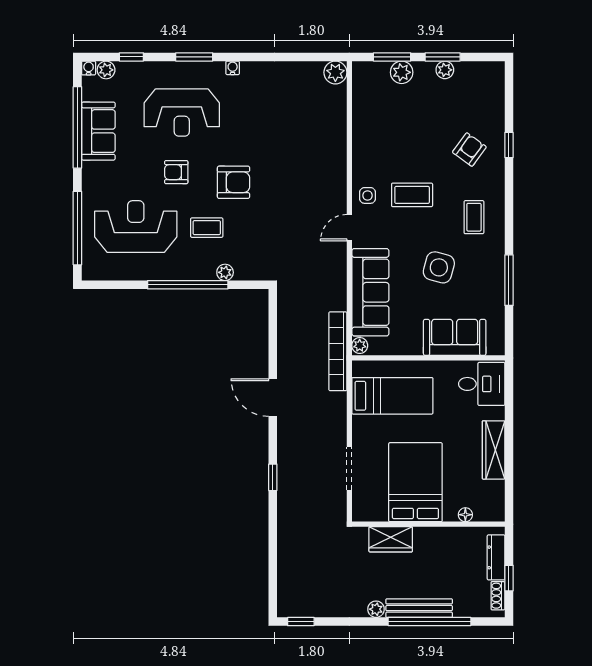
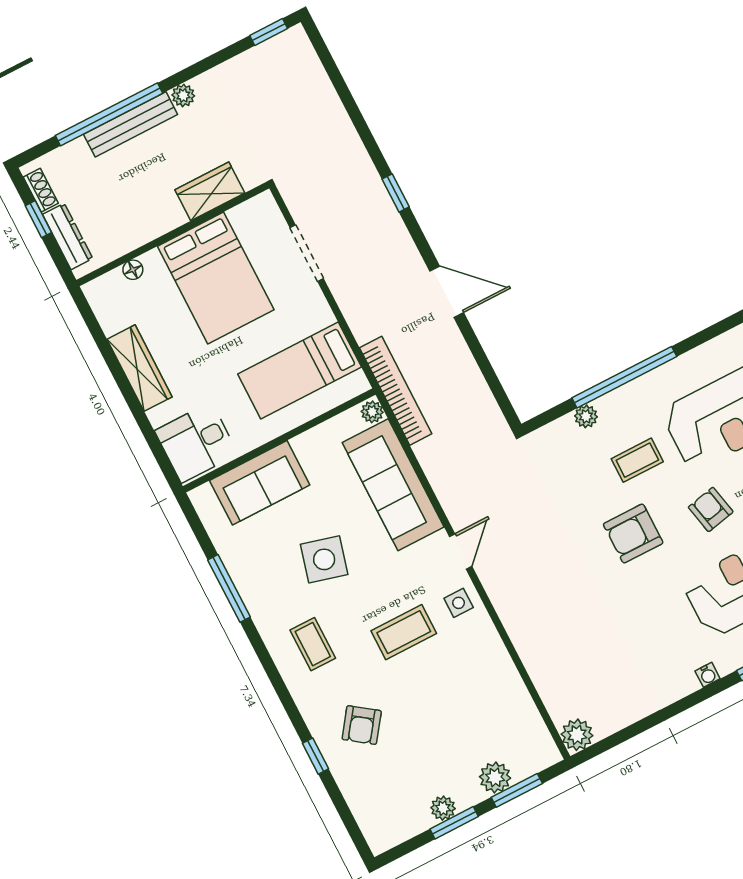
armchair: (176, 172) -> (711, 509), turned -102

